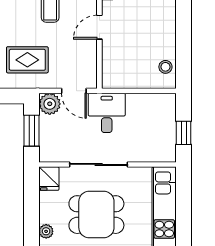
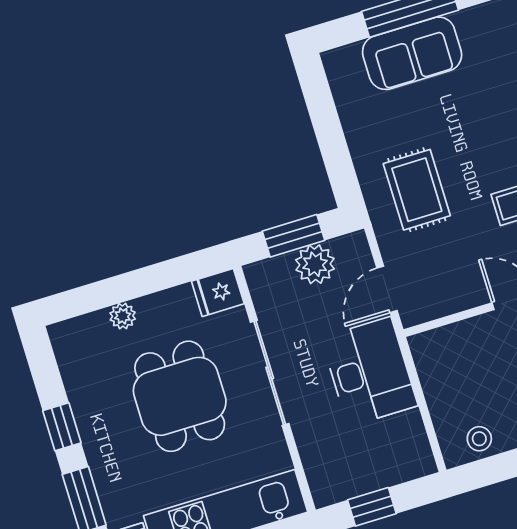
plant: (50, 104) -> (315, 264), moved
desk: (107, 113) -> (369, 372), width x1.37

